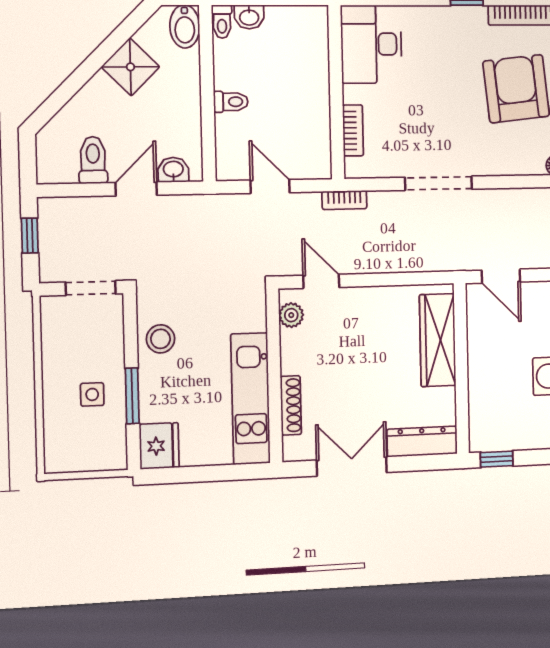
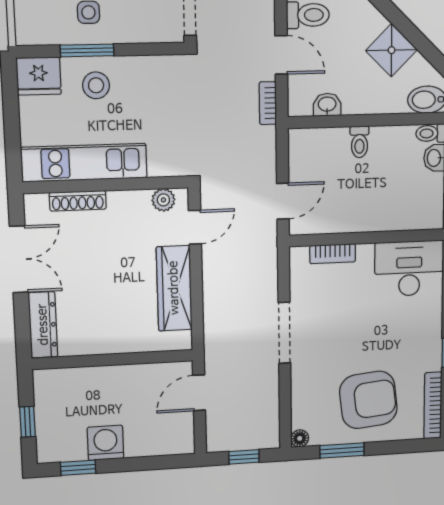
washbasin: (173, 170) -> (327, 105), moved, turned -90
door: (270, 186) -> (283, 201), moved
bookcase: (344, 200) -> (268, 103), moved
stool: (161, 339) -> (96, 85), moved
wardrobe: (438, 340) -> (174, 288), moved, turned -90
window: (497, 459) -> (28, 422), moved

